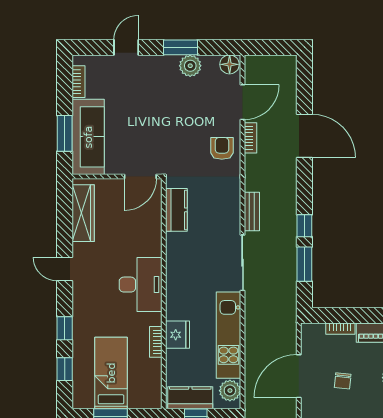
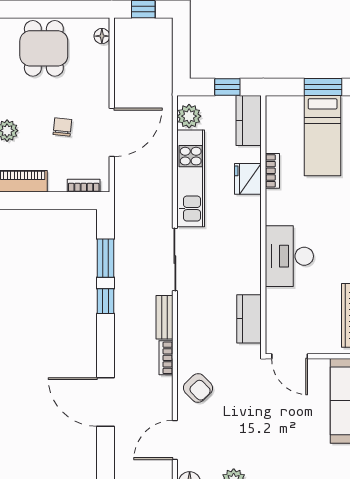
bookcase: (251, 138) -> (166, 358), moved
armchair: (222, 148) -> (198, 388), turned -44
door: (140, 177) -> (290, 356), swing flipped
desk: (141, 285) -> (289, 256), moved
bookcase: (340, 329) -> (84, 186), moved
kitchen counter: (190, 398) -> (249, 121), moved, turned 90

